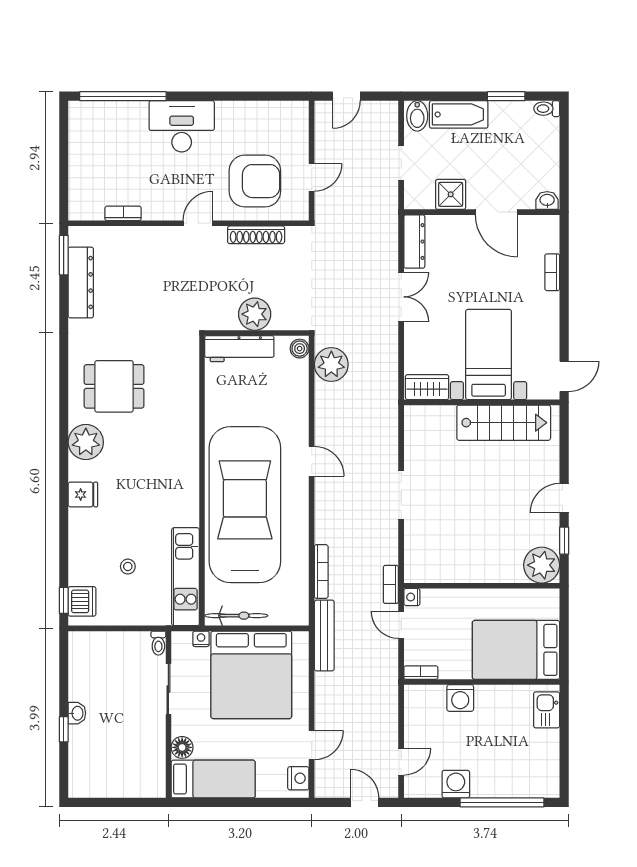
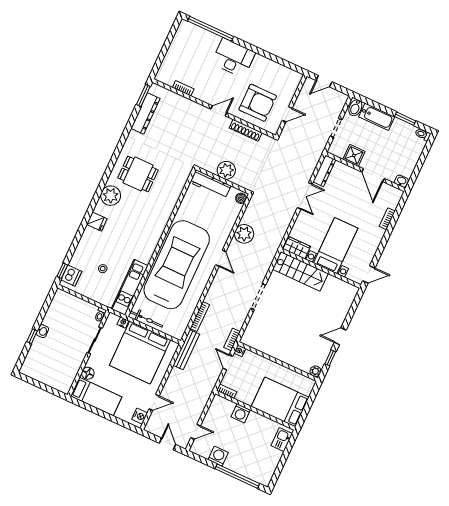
plant: (331, 364) -> (244, 234), moved
stairs: (504, 423) -> (300, 271), moved
plant: (542, 565) -> (315, 371), width x0.53, depth x0.53

